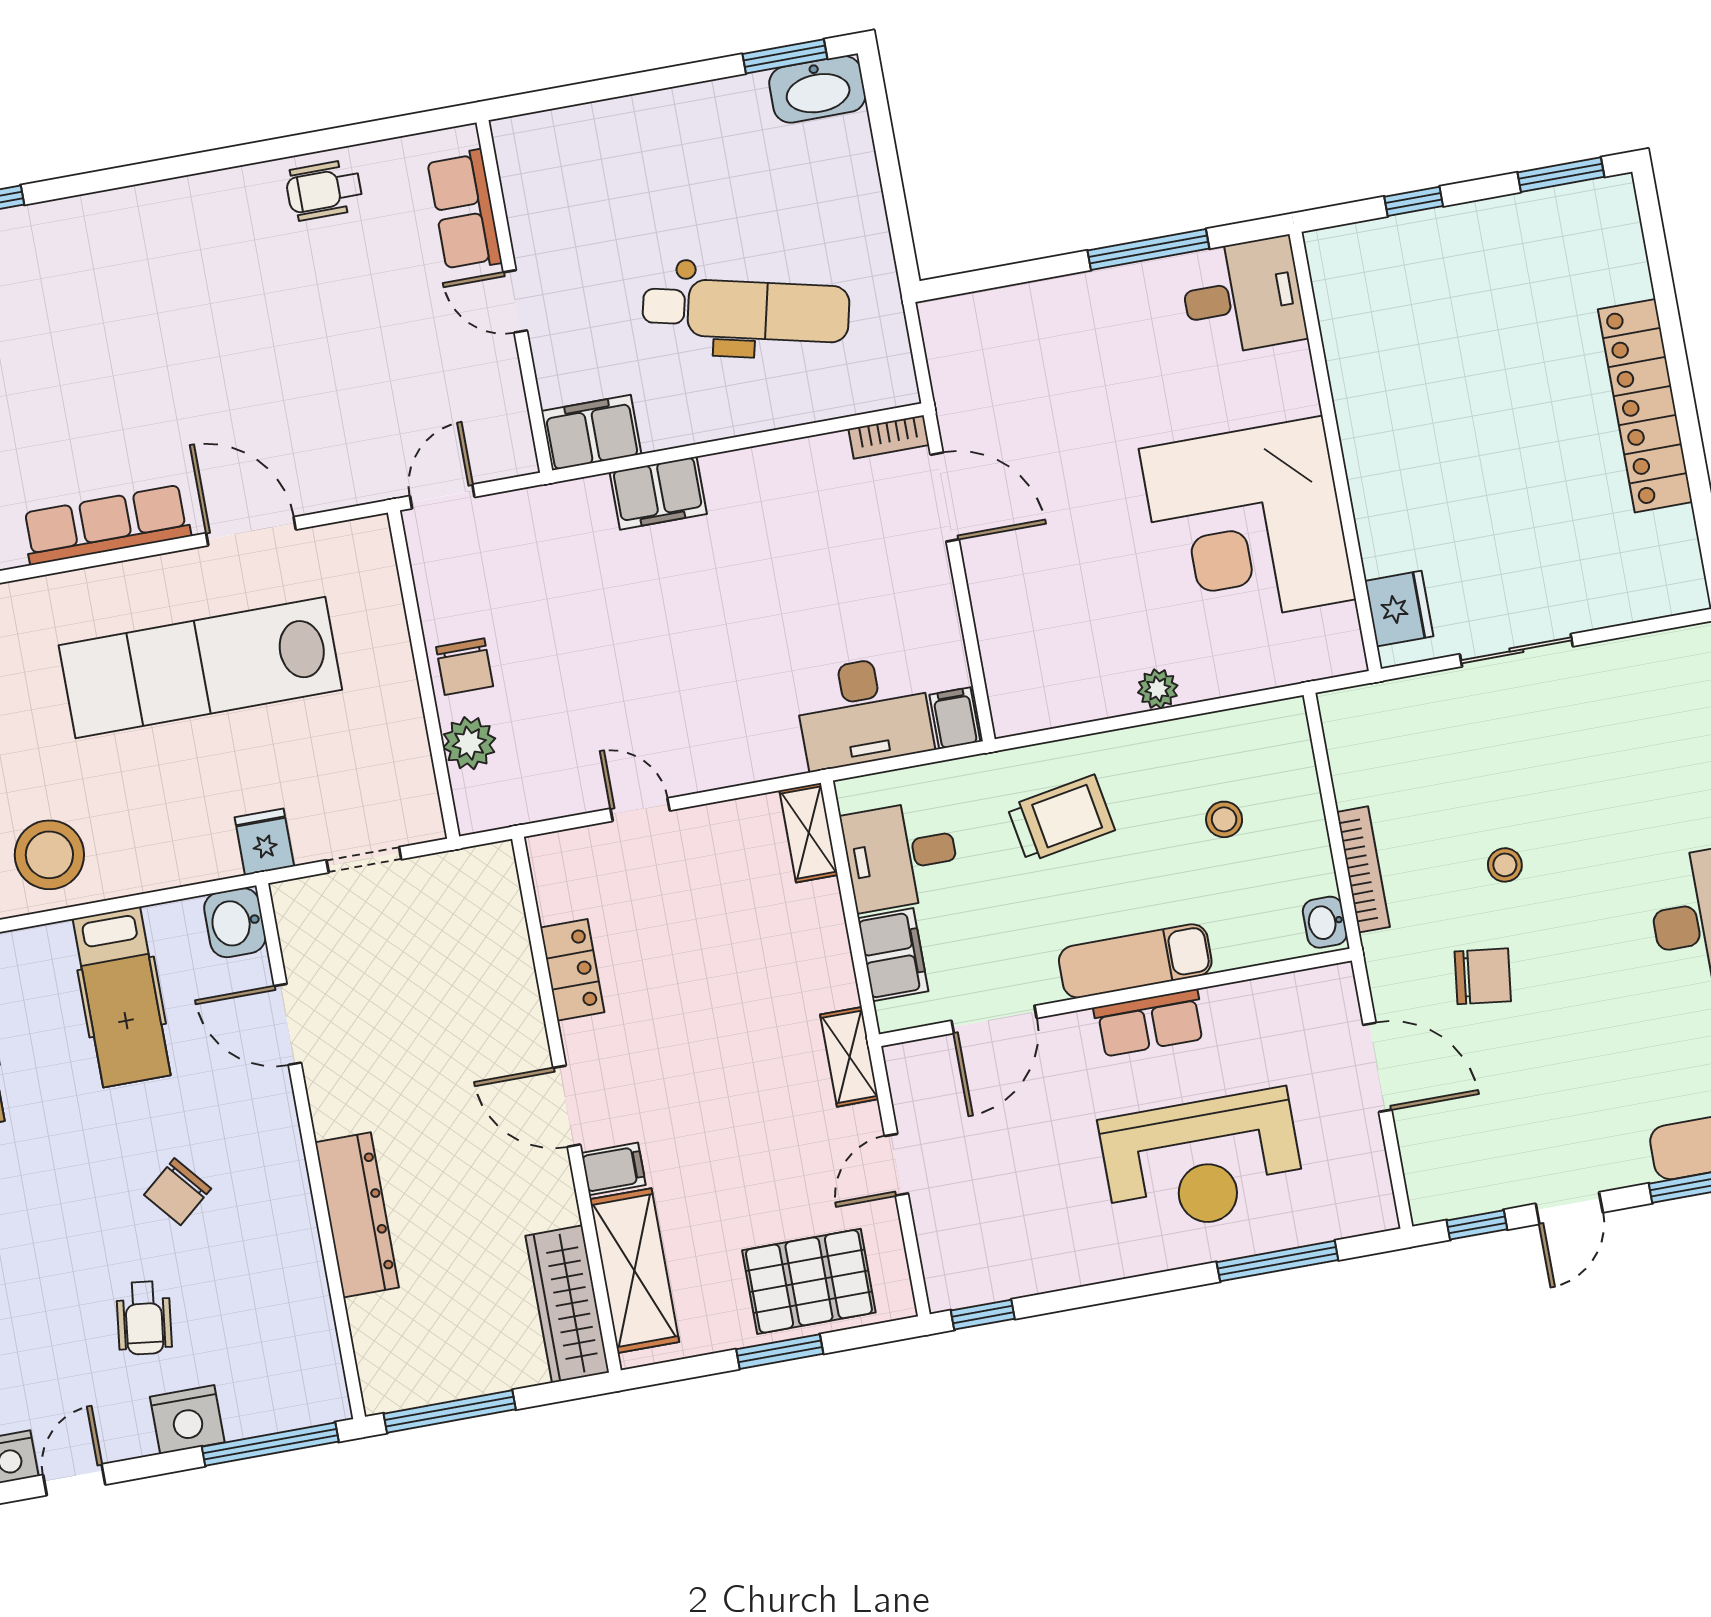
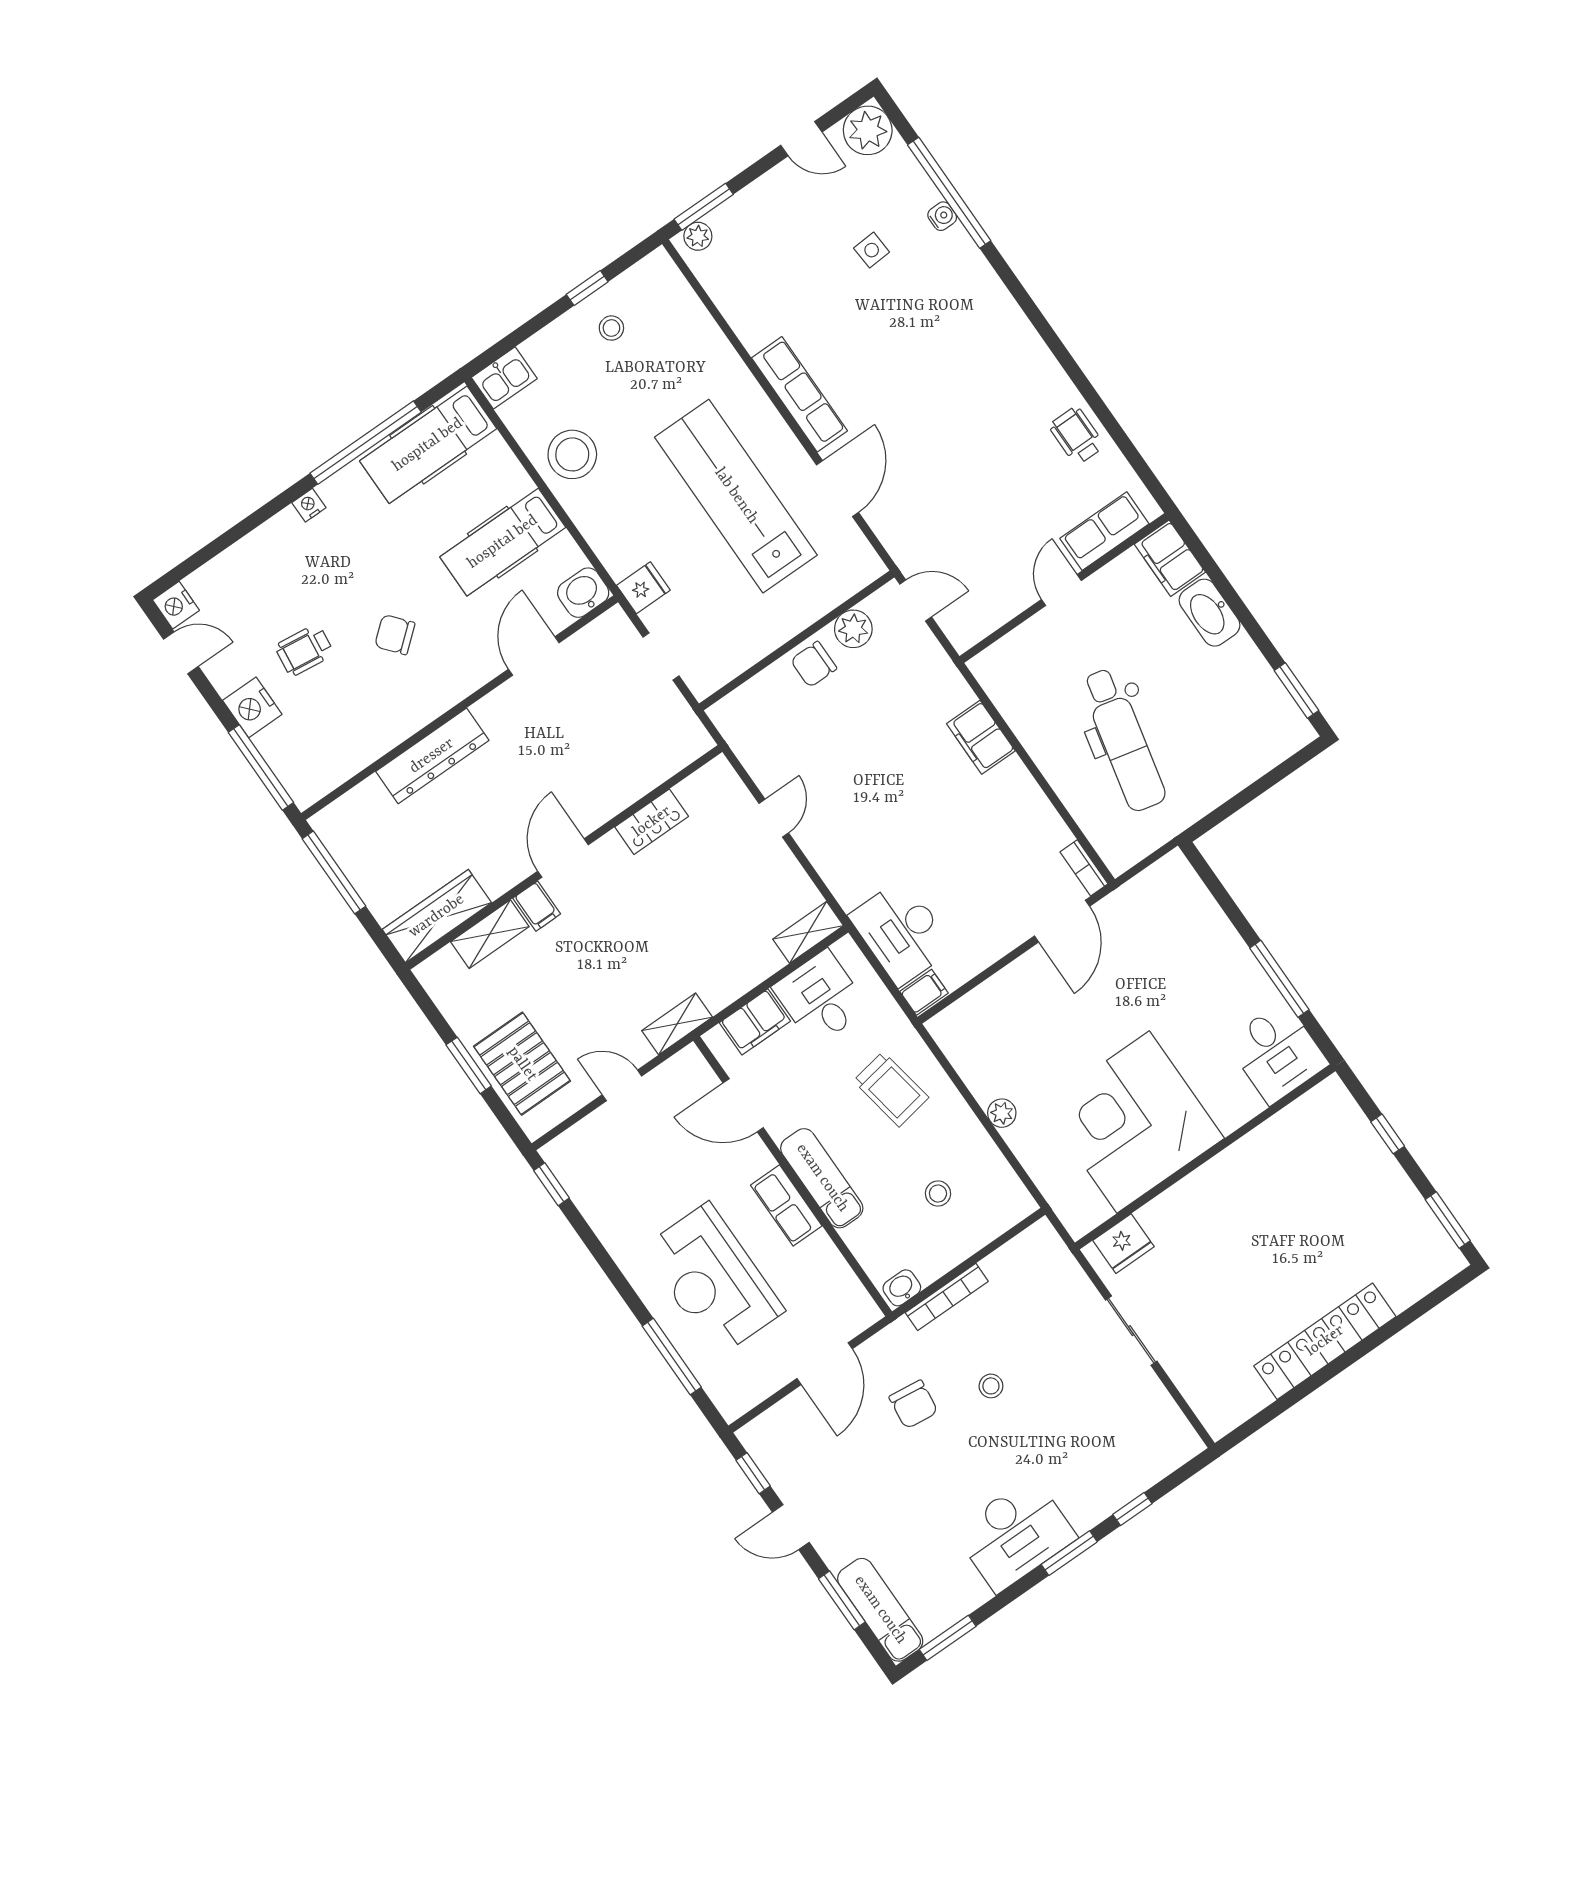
washbasin: (817, 89) -> (1209, 613), moved
filing cabinet: (591, 433) -> (1170, 558), moved, turned 180
plant: (469, 743) -> (853, 629), moved
shelving: (634, 1271) -> (490, 934), width x0.67, depth x0.75

